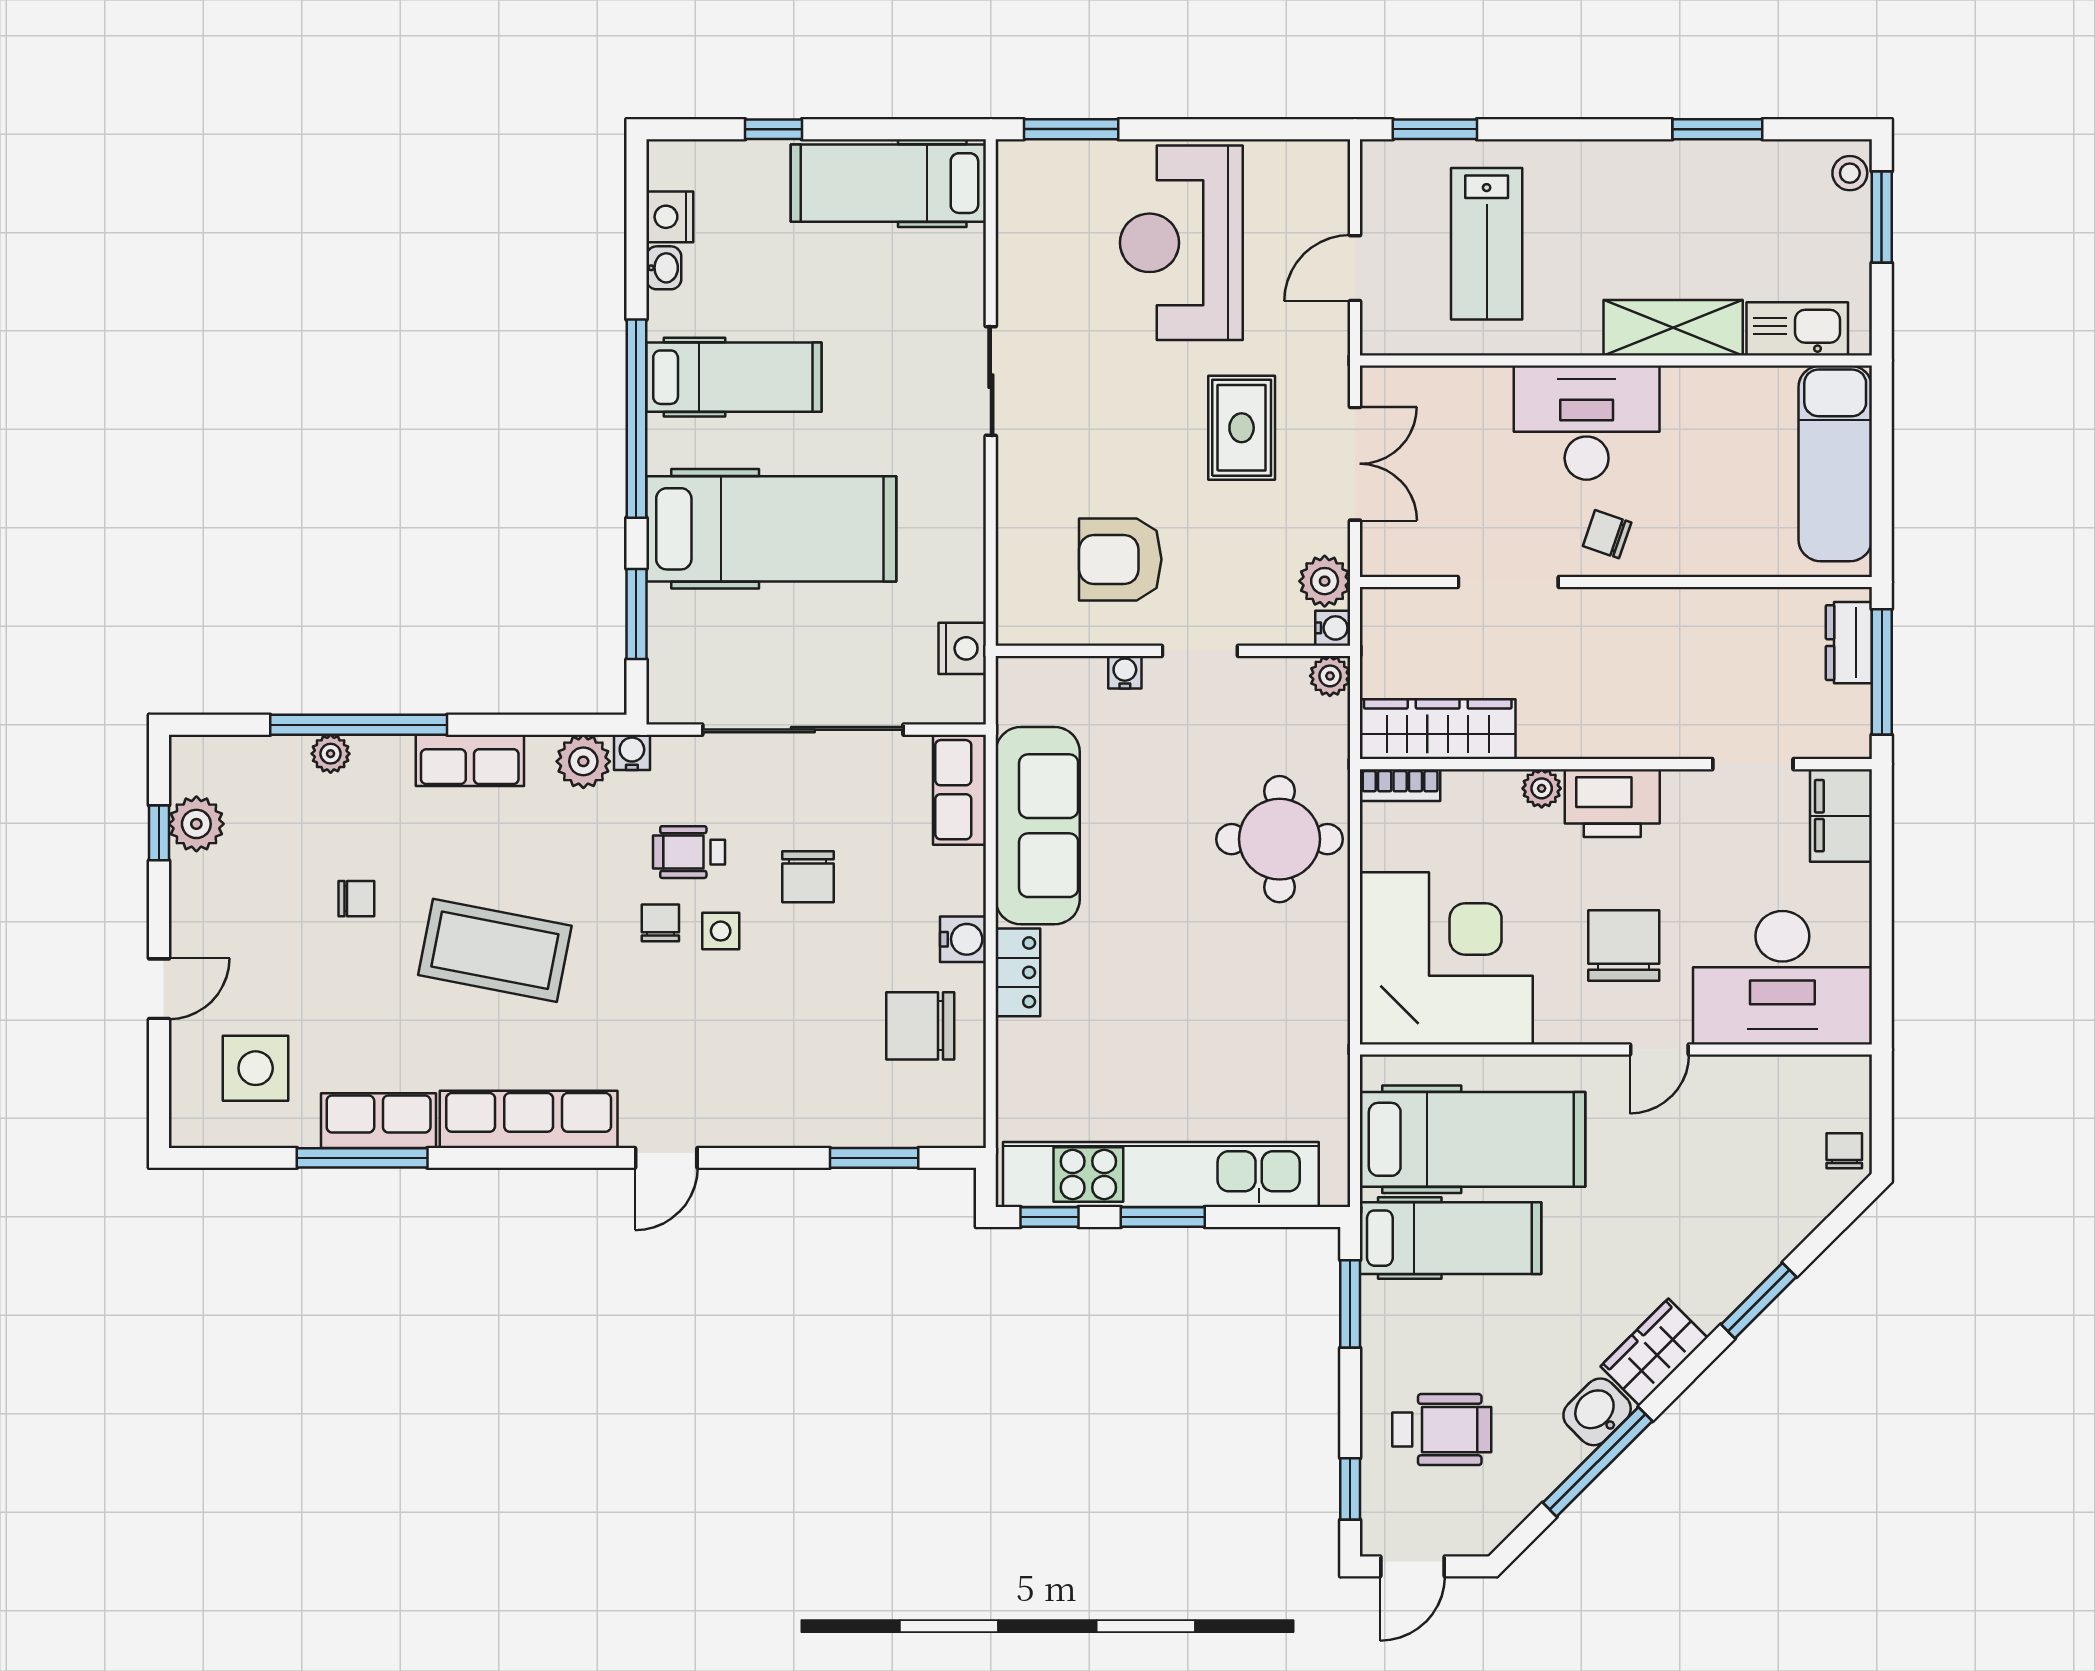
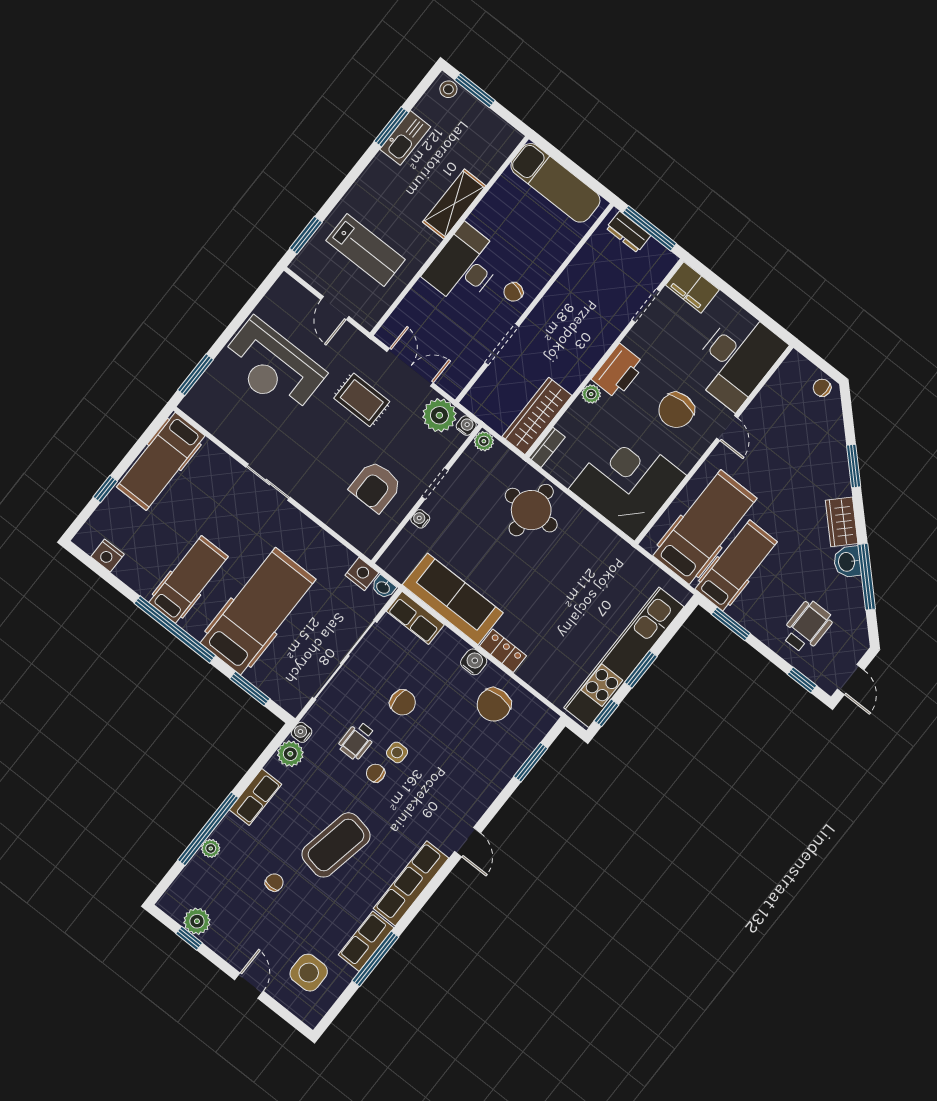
washbasin: (664, 268) -> (383, 587), moved, turned 180
kitchen sink: (1797, 329) -> (405, 138), moved, turned 180
plant: (1325, 581) -> (439, 415), width x1.36, depth x1.36
chair: (1624, 946) -> (676, 410), turned -90

